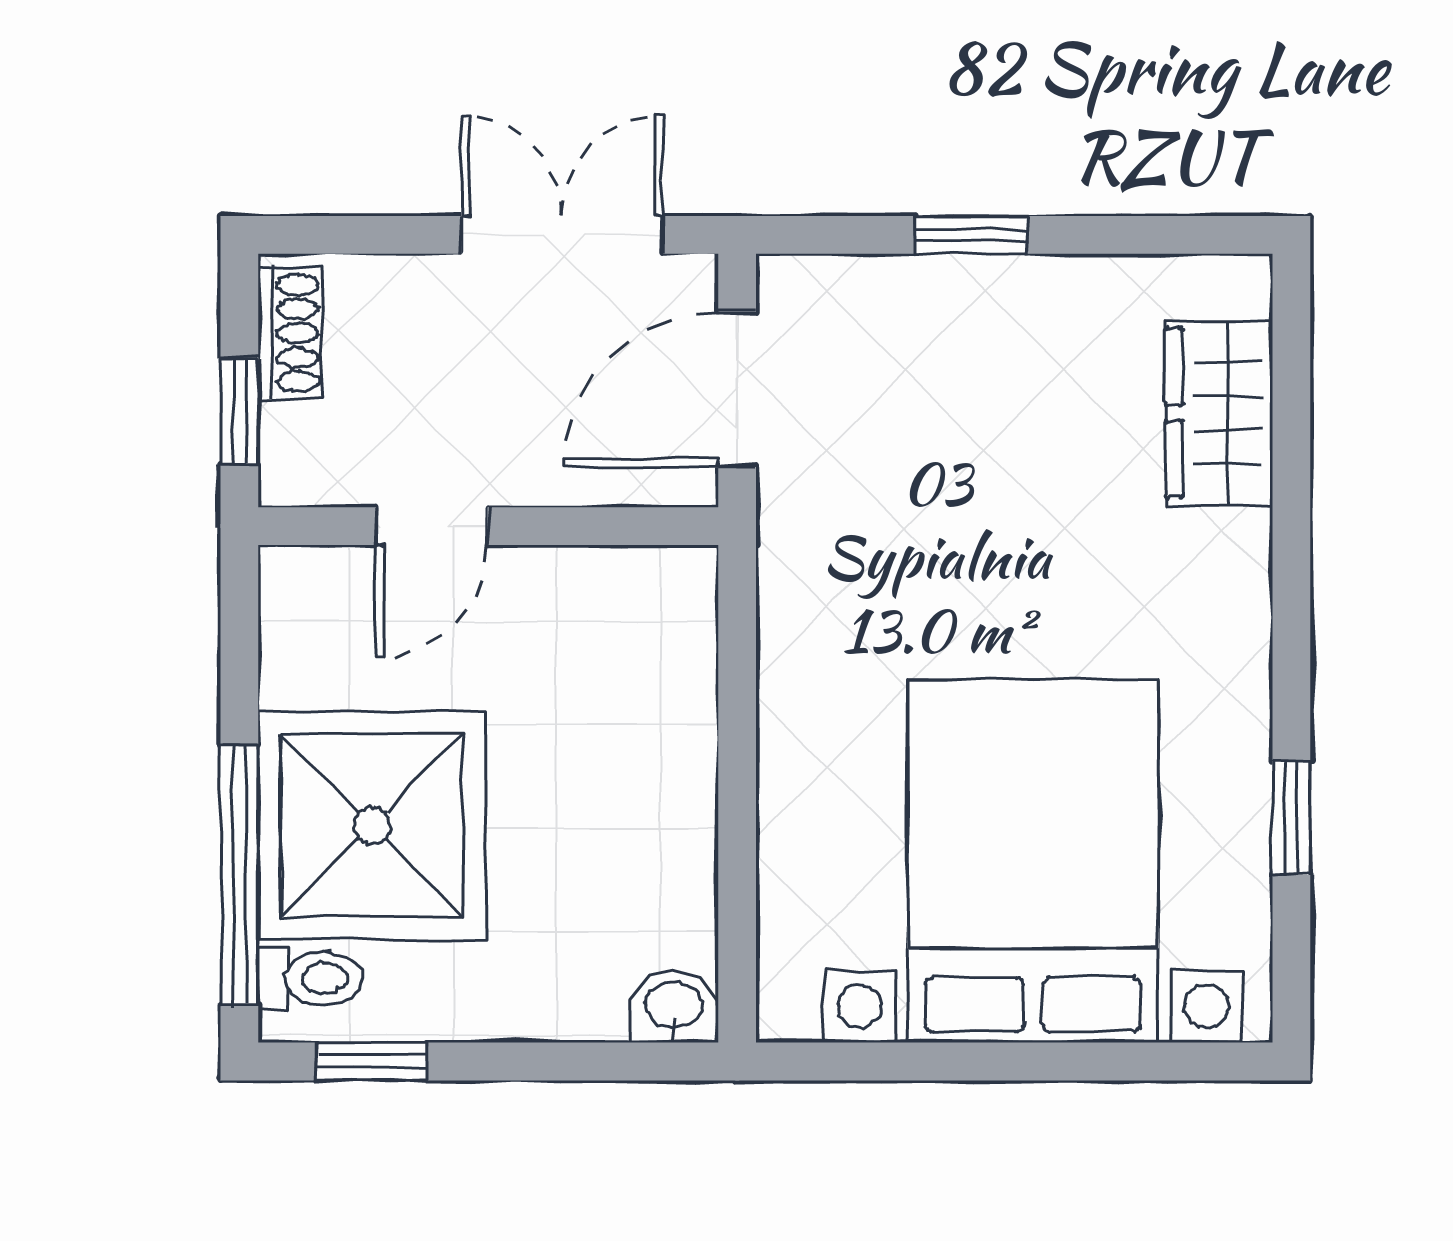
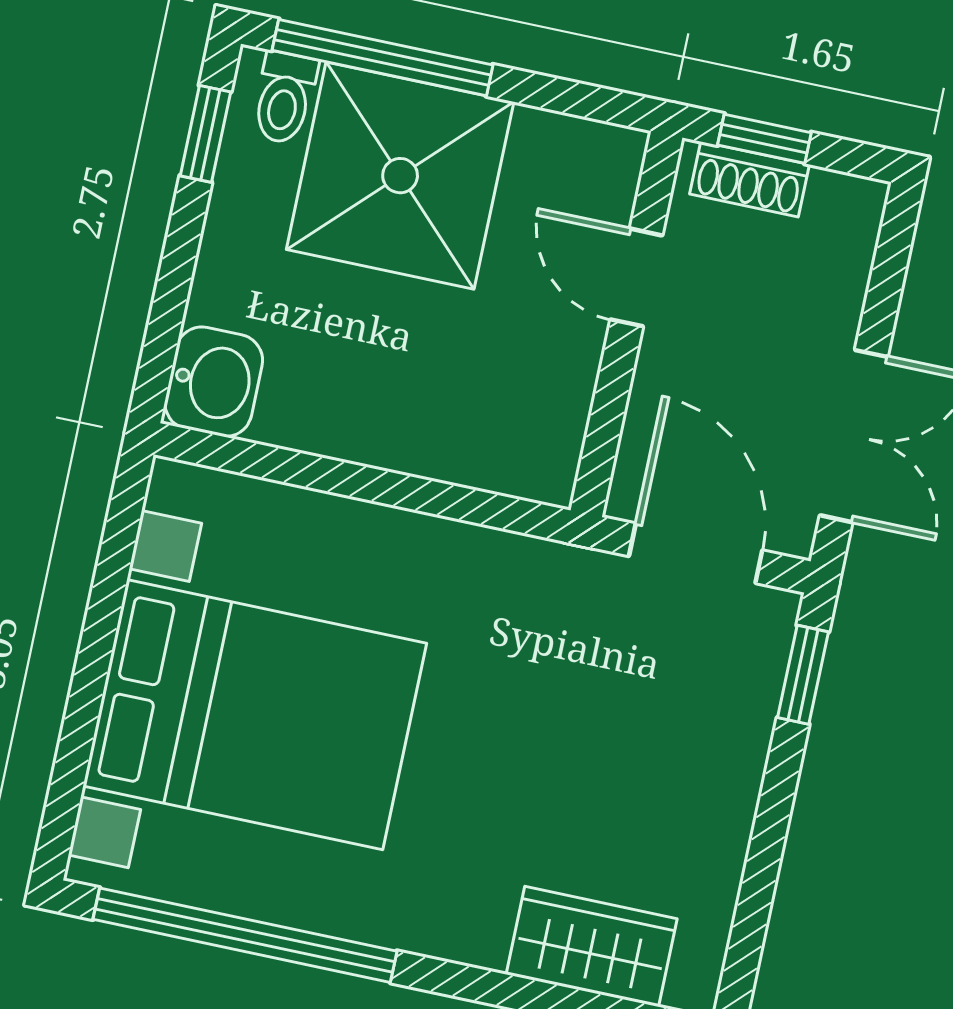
window: (971, 235) -> (803, 675), moved
shoe rack: (290, 333) -> (749, 179), moved
window: (1291, 818) -> (245, 935), width x3.17
washbasin: (674, 1007) -> (214, 382), width x1.38, depth x1.45

